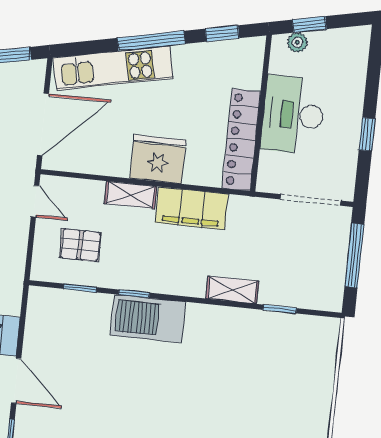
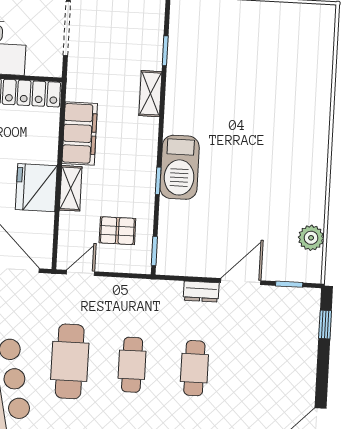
fridge: (158, 159) -> (36, 188), moved
pallet: (80, 245) -> (117, 231), turned 90
window: (80, 288) -> (154, 251), moved

